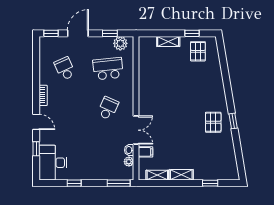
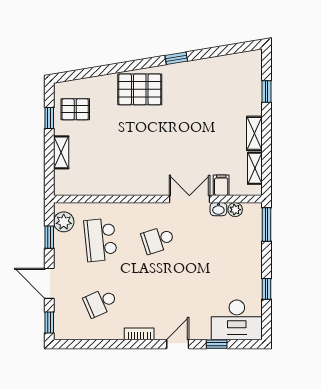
school desk: (108, 108) -> (158, 240), turned -42
pallet: (213, 122) -> (140, 89), moved, width x1.50, depth x1.42

